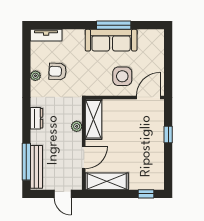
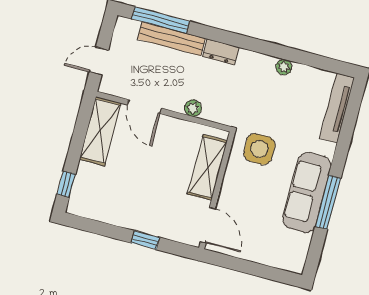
tv unit: (46, 35) -> (337, 108), width x1.41
armchair: (58, 71) -> (282, 101), removed
side table: (122, 76) -> (259, 149), moved
shelving: (94, 119) -> (208, 167), moved, turned 90
bench: (36, 167) -> (171, 39), moved

